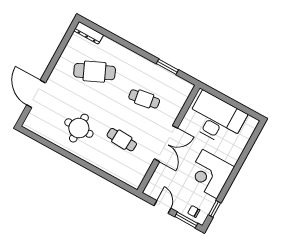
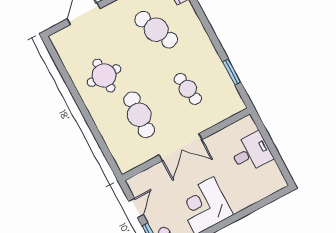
desk: (216, 119) -> (251, 153), width x0.53, depth x0.77
cafe table: (122, 140) -> (139, 115), width x1.37, depth x1.35

